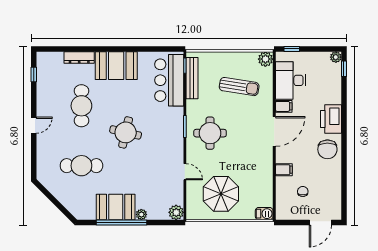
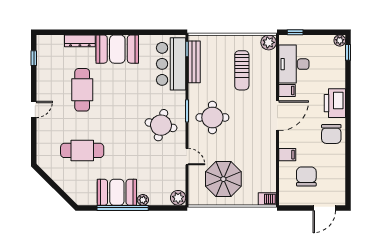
sun lounger: (239, 87) -> (242, 70), turned 81
round table: (126, 132) -> (161, 125), moved
chair: (303, 191) -> (306, 177), width x1.87, depth x1.87

